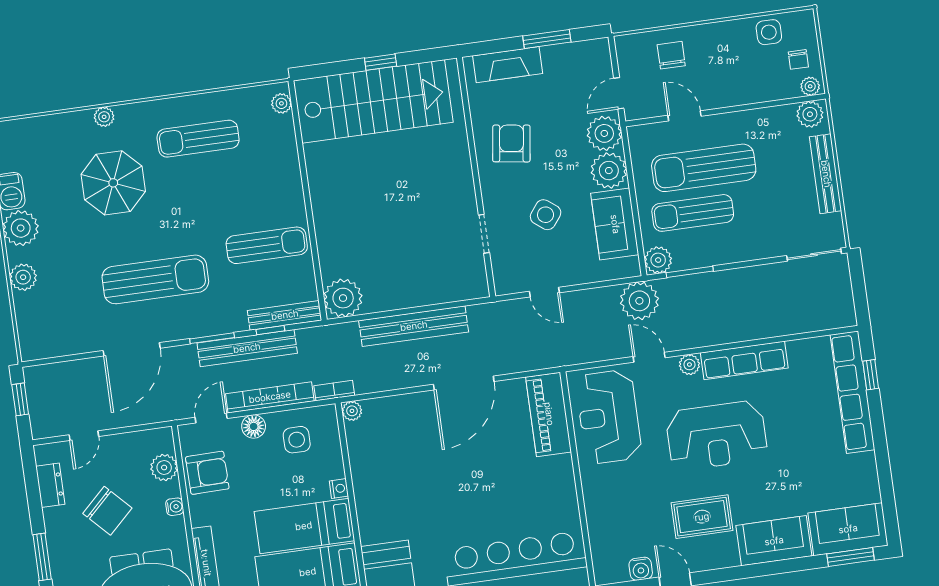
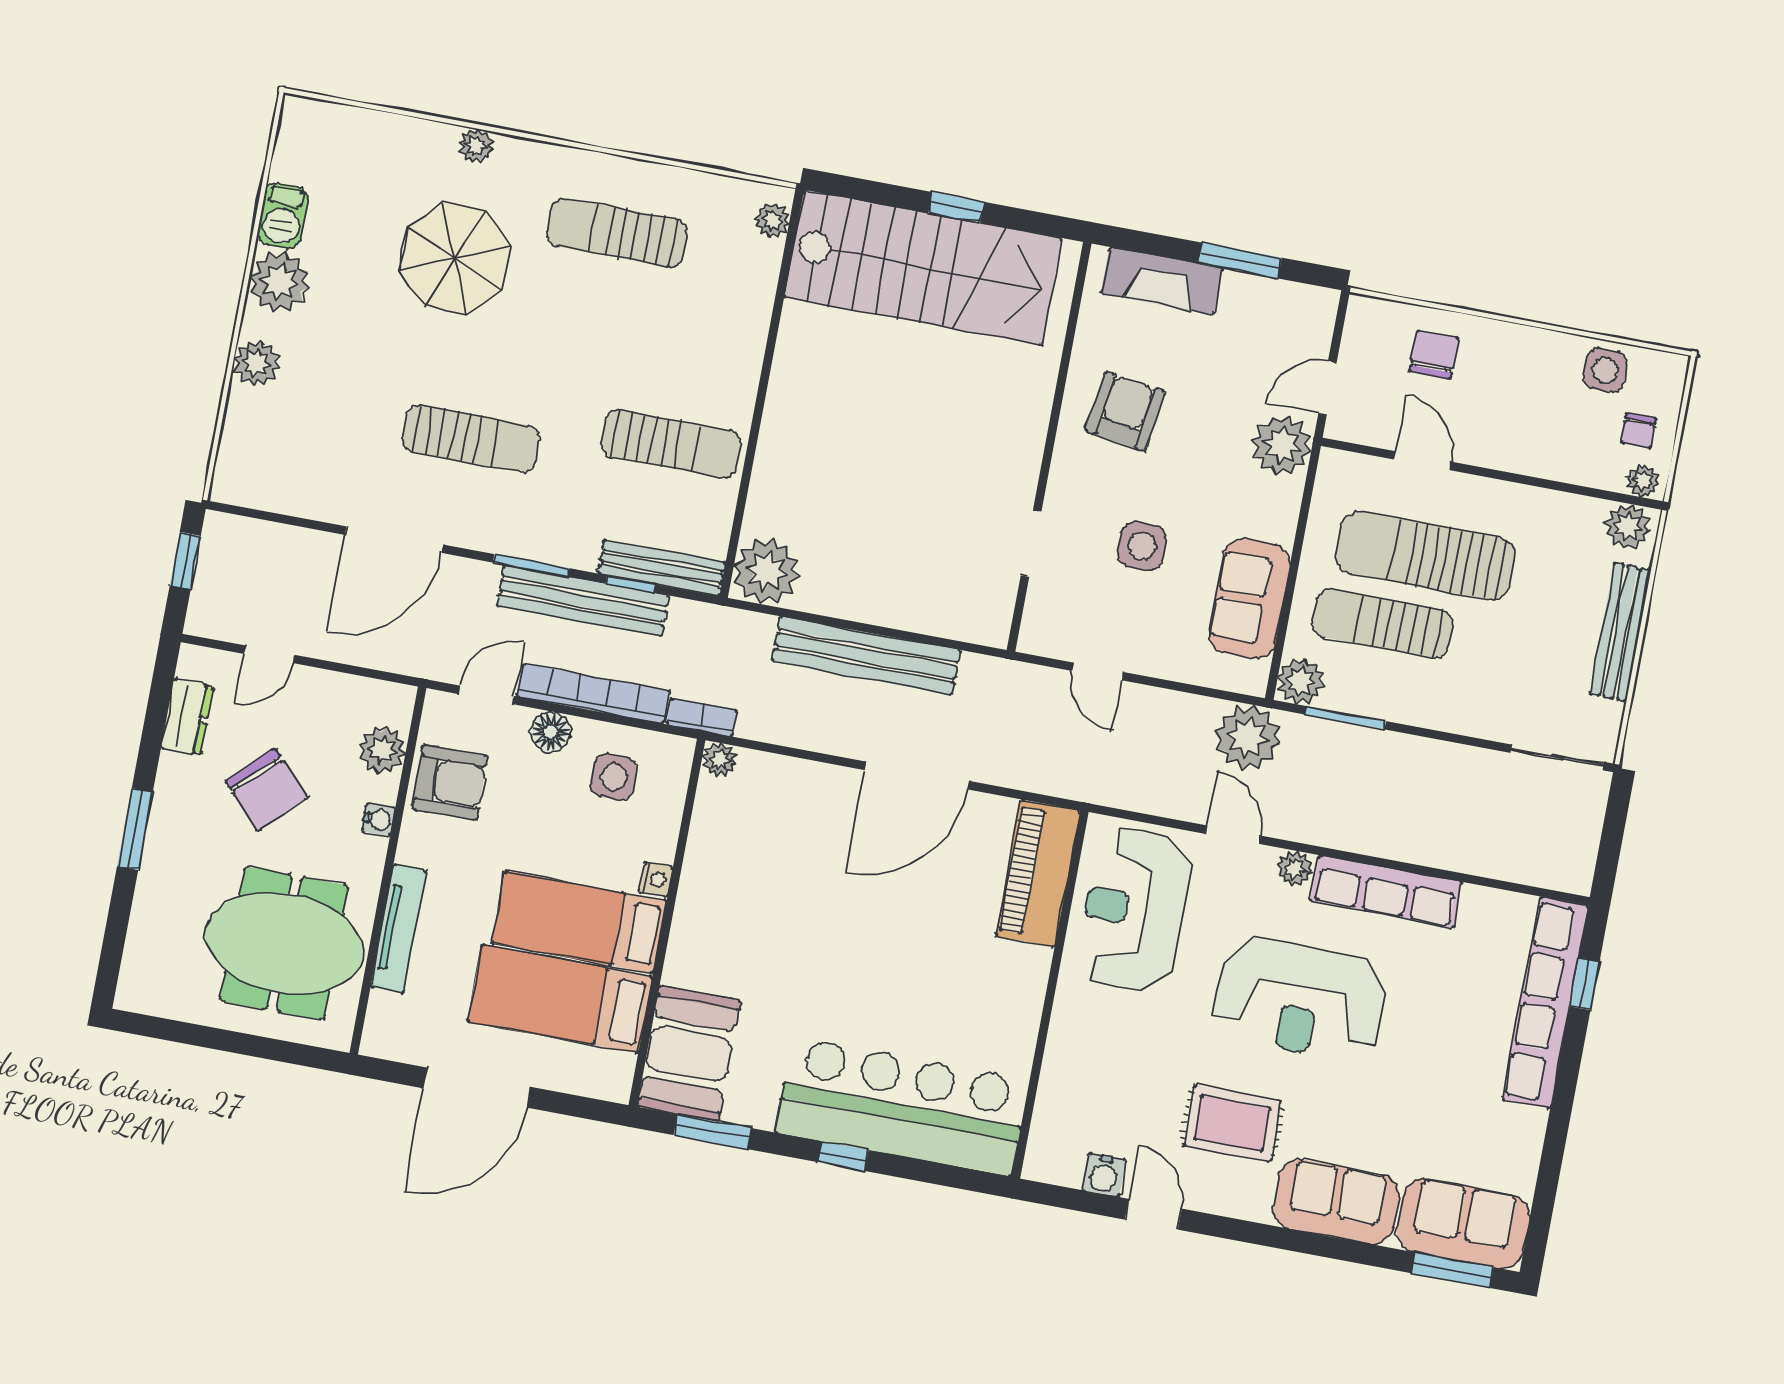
plant: (609, 171) -> (1269, 509), removed
side table: (546, 215) -> (1142, 546), turned -37
sun lounger: (155, 279) -> (471, 439), width x0.73, depth x0.75

